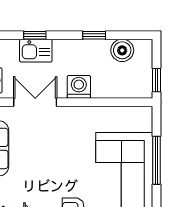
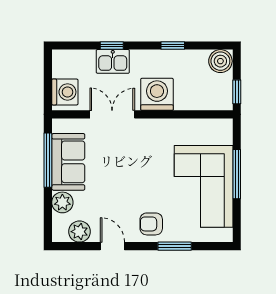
boiler: (122, 50) -> (220, 61), moved
washing machine: (79, 87) -> (157, 94), width x1.37, depth x1.37

